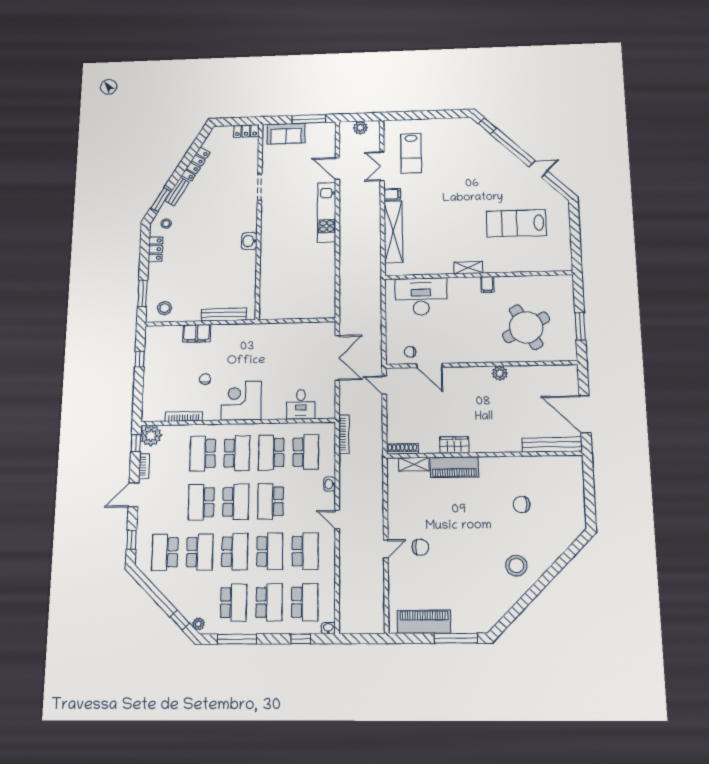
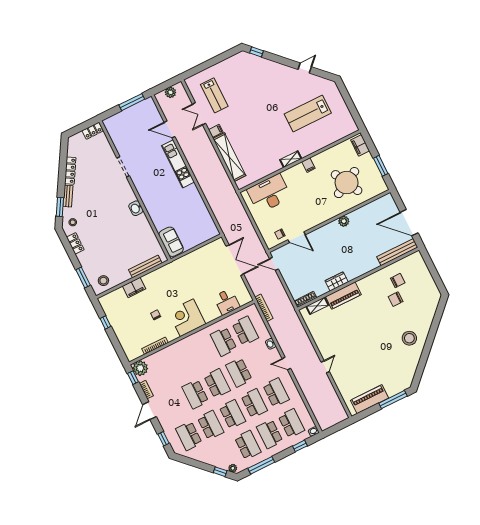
sofa: (286, 134) -> (171, 242), moved, turned -90
filing cabinet: (565, 290) -> (360, 145), added
school desk: (203, 453) -> (180, 363), removed
school desk: (237, 453) -> (202, 353), removed
chair: (420, 547) -> (398, 281), moved
school desk: (269, 602) -> (270, 434), turned 180

